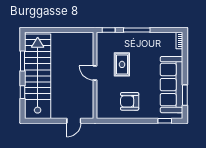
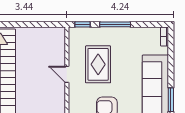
rug: (122, 64) -> (98, 64), width x1.36, depth x1.43

